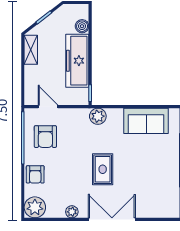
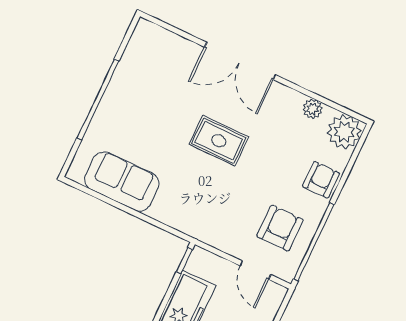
plant: (98, 116) -> (189, 221), removed
rug: (103, 169) -> (219, 141), turned 90
plant: (72, 212) -> (313, 109), moved

